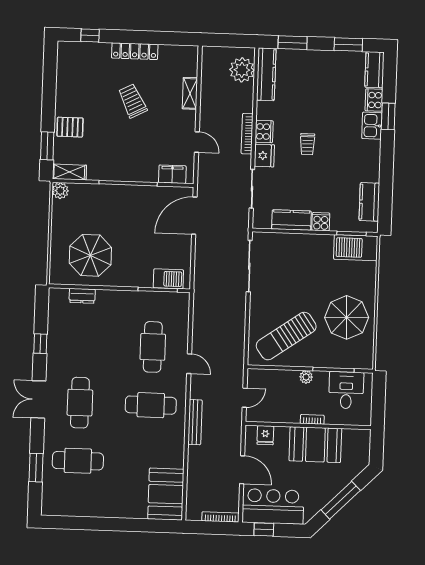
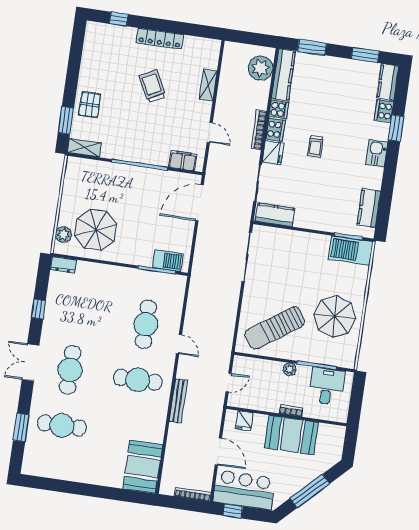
kitchen sink: (372, 126) -> (377, 153), moved
pallet: (70, 127) -> (90, 105), turned 90
plant: (60, 191) -> (63, 235), moved
kitchen counter: (291, 220) -> (275, 215), moved
cooker: (321, 222) -> (279, 109), moved, turned 90
dresser: (82, 296) -> (63, 265), moved

